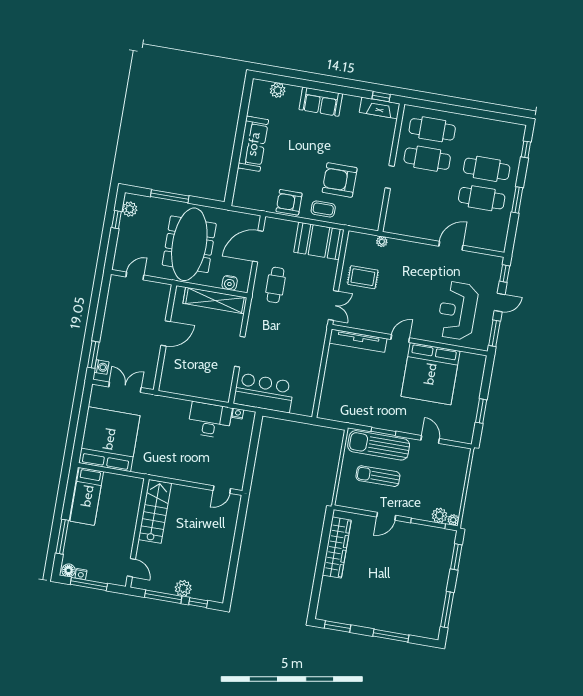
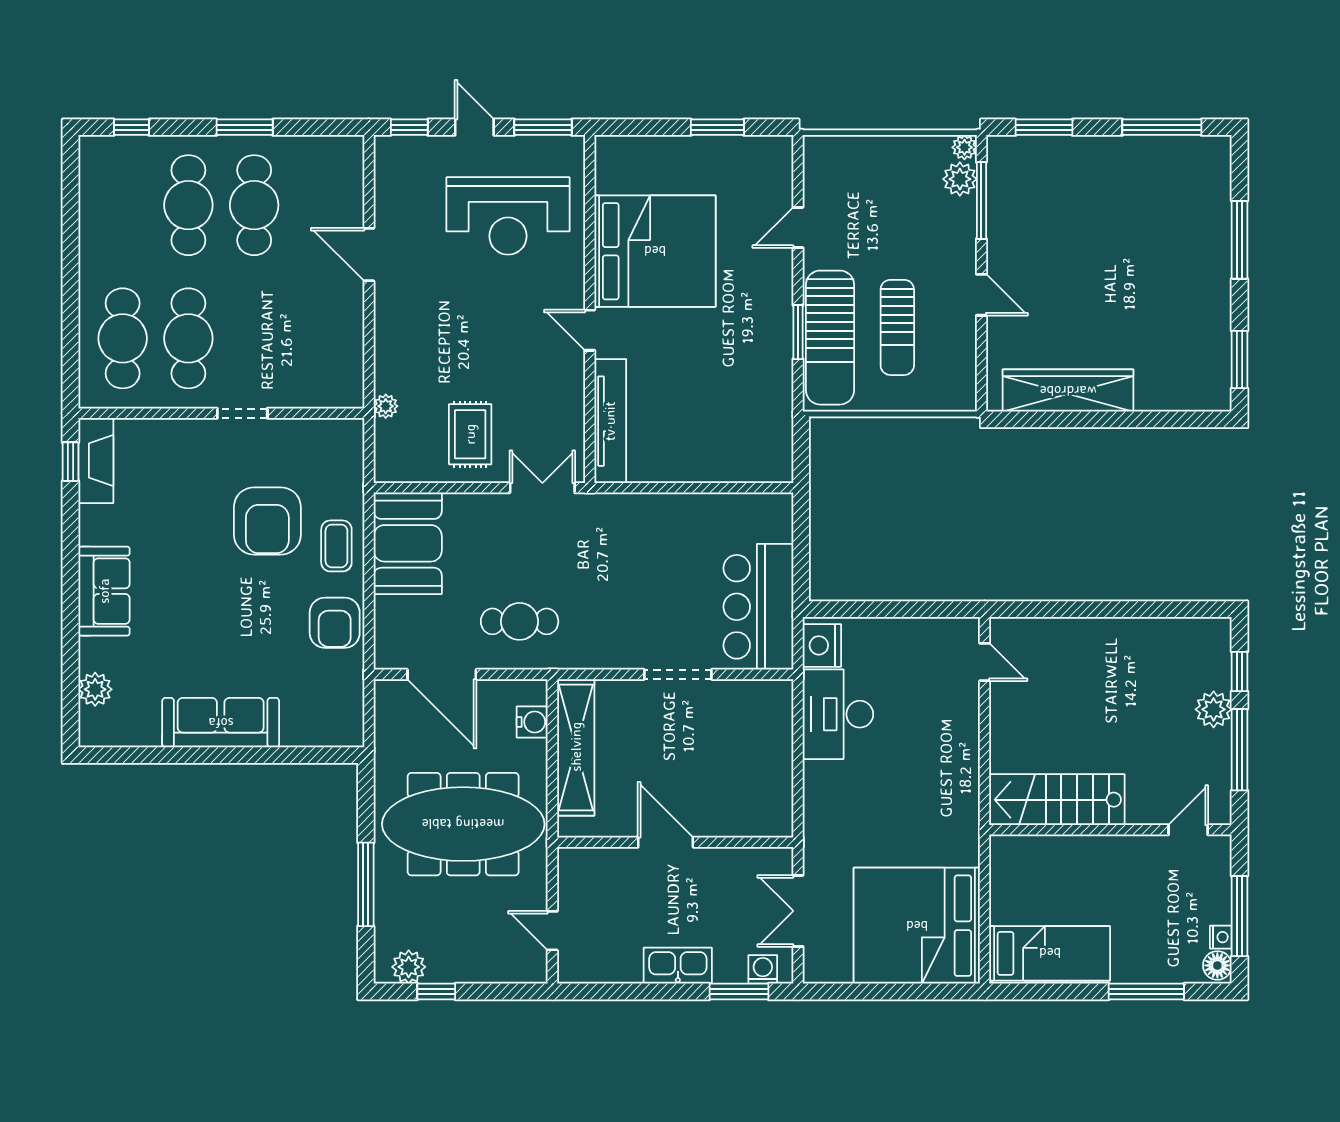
kitchen sink: (110, 329) -> (678, 966), added
nightstand: (238, 414) -> (822, 645), width x1.89, depth x1.79

